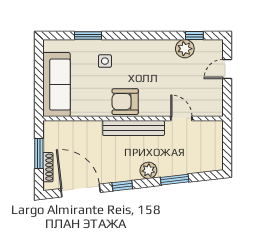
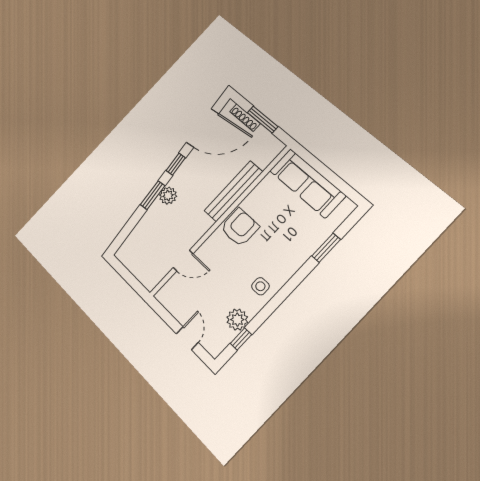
side table: (105, 61) -> (260, 286), moved
bench: (134, 128) -> (233, 191), moved
window: (175, 180) -> (153, 195), moved

